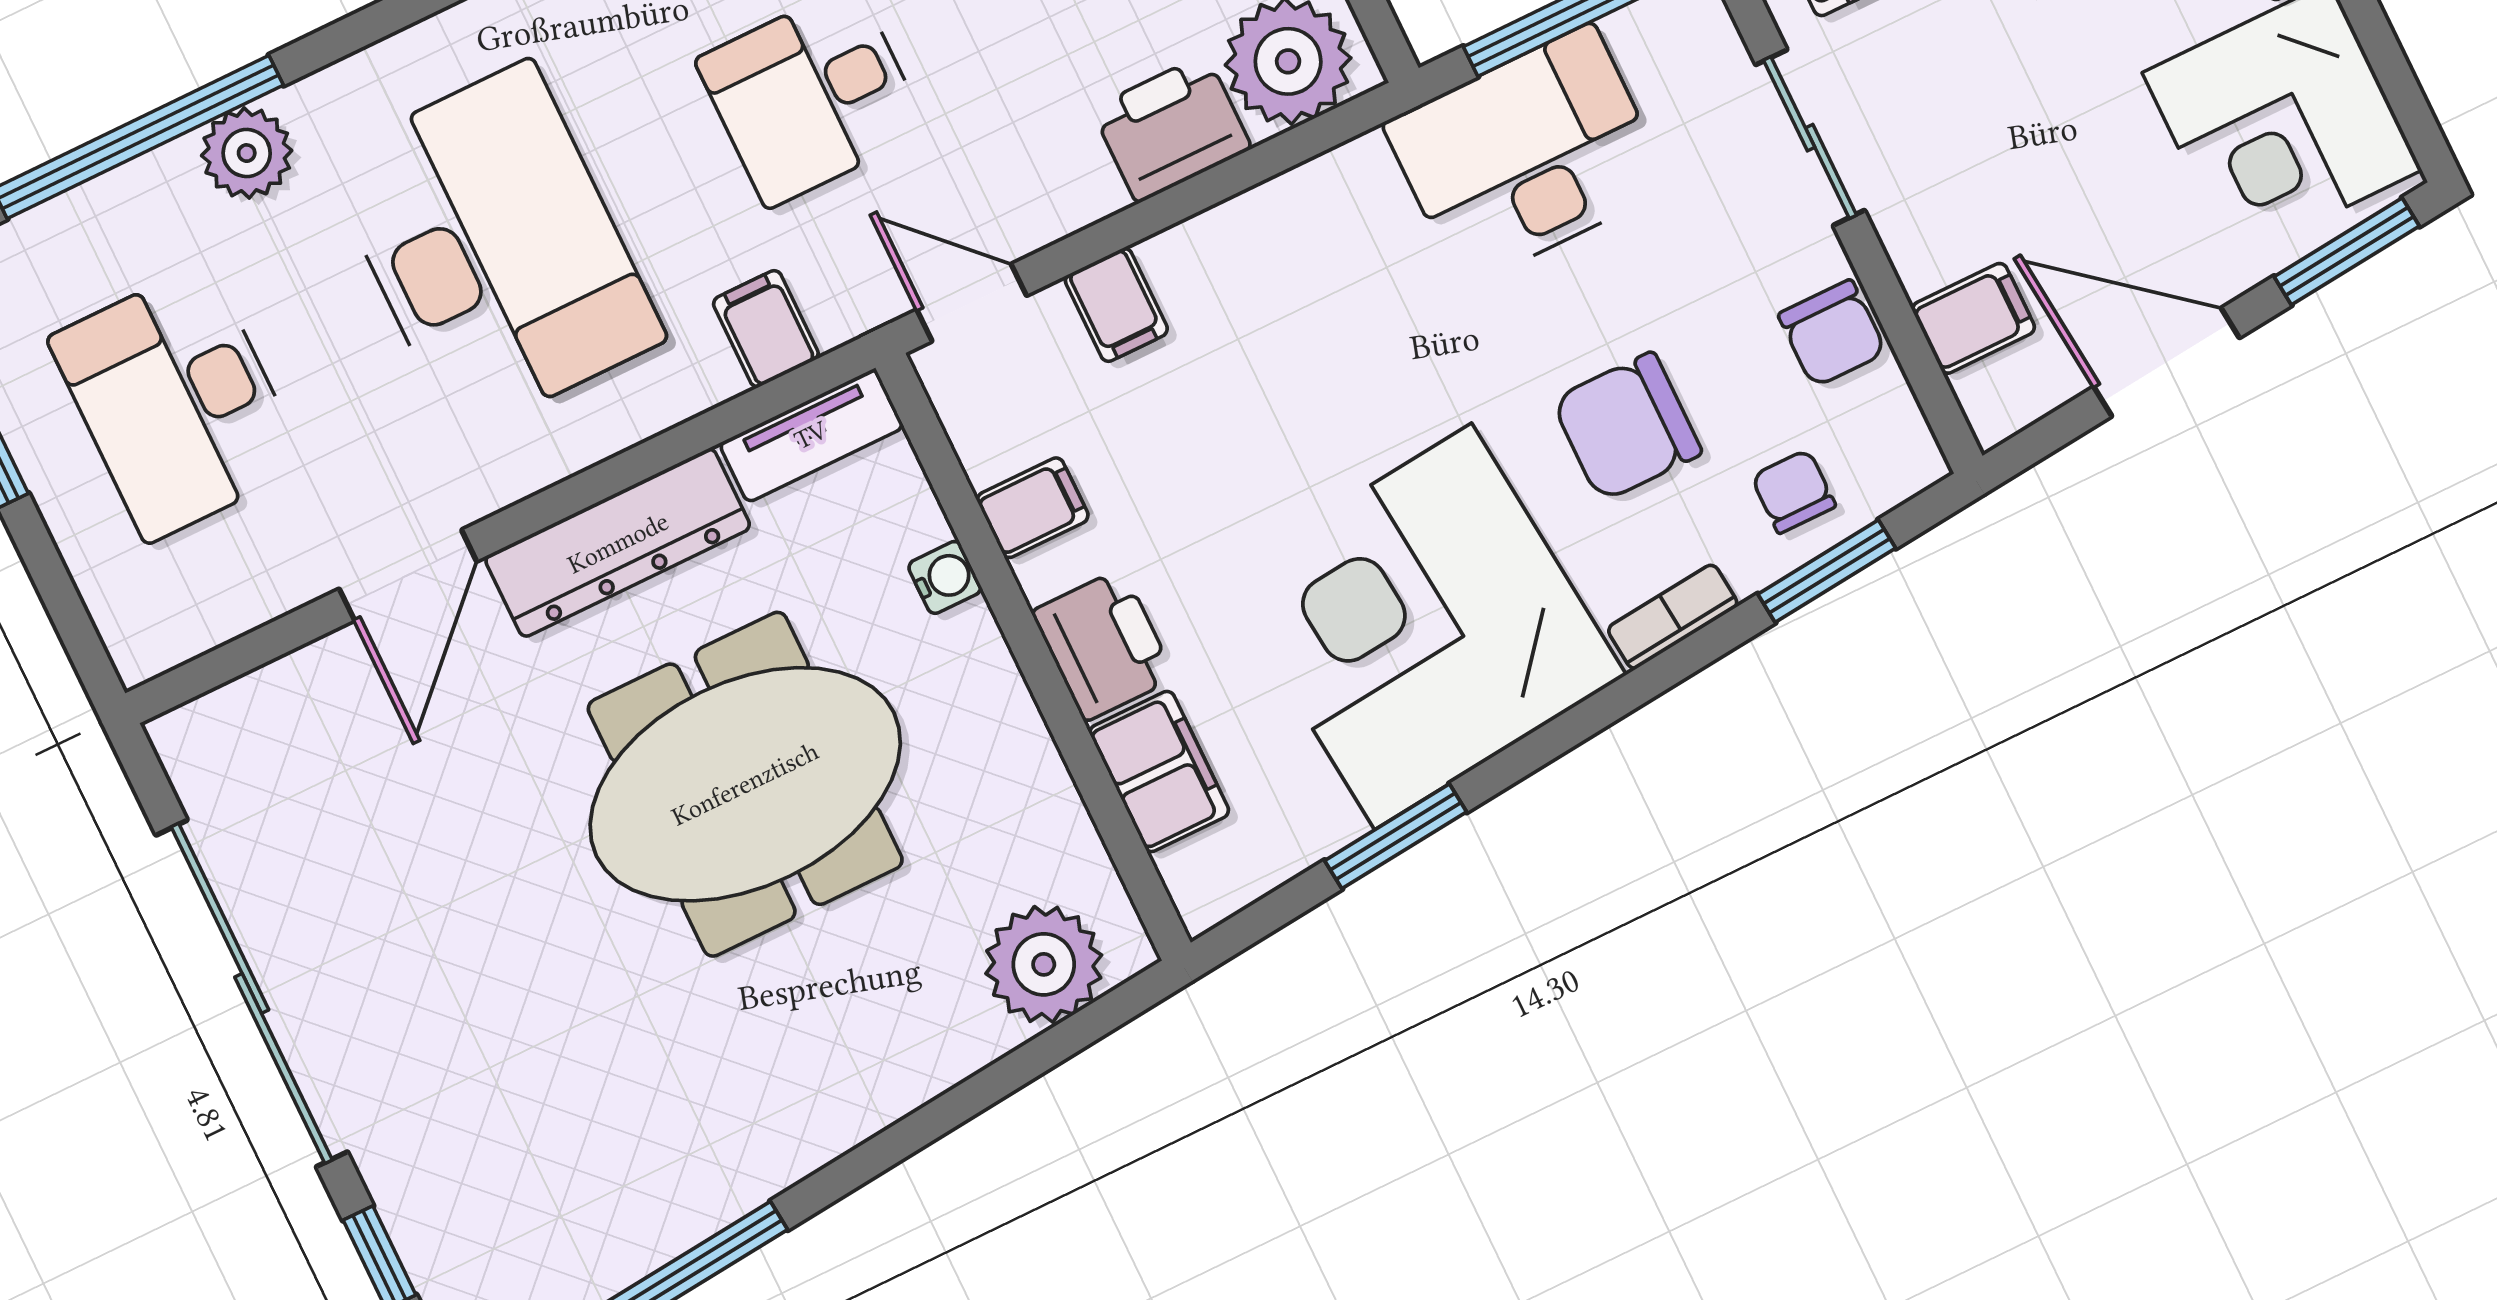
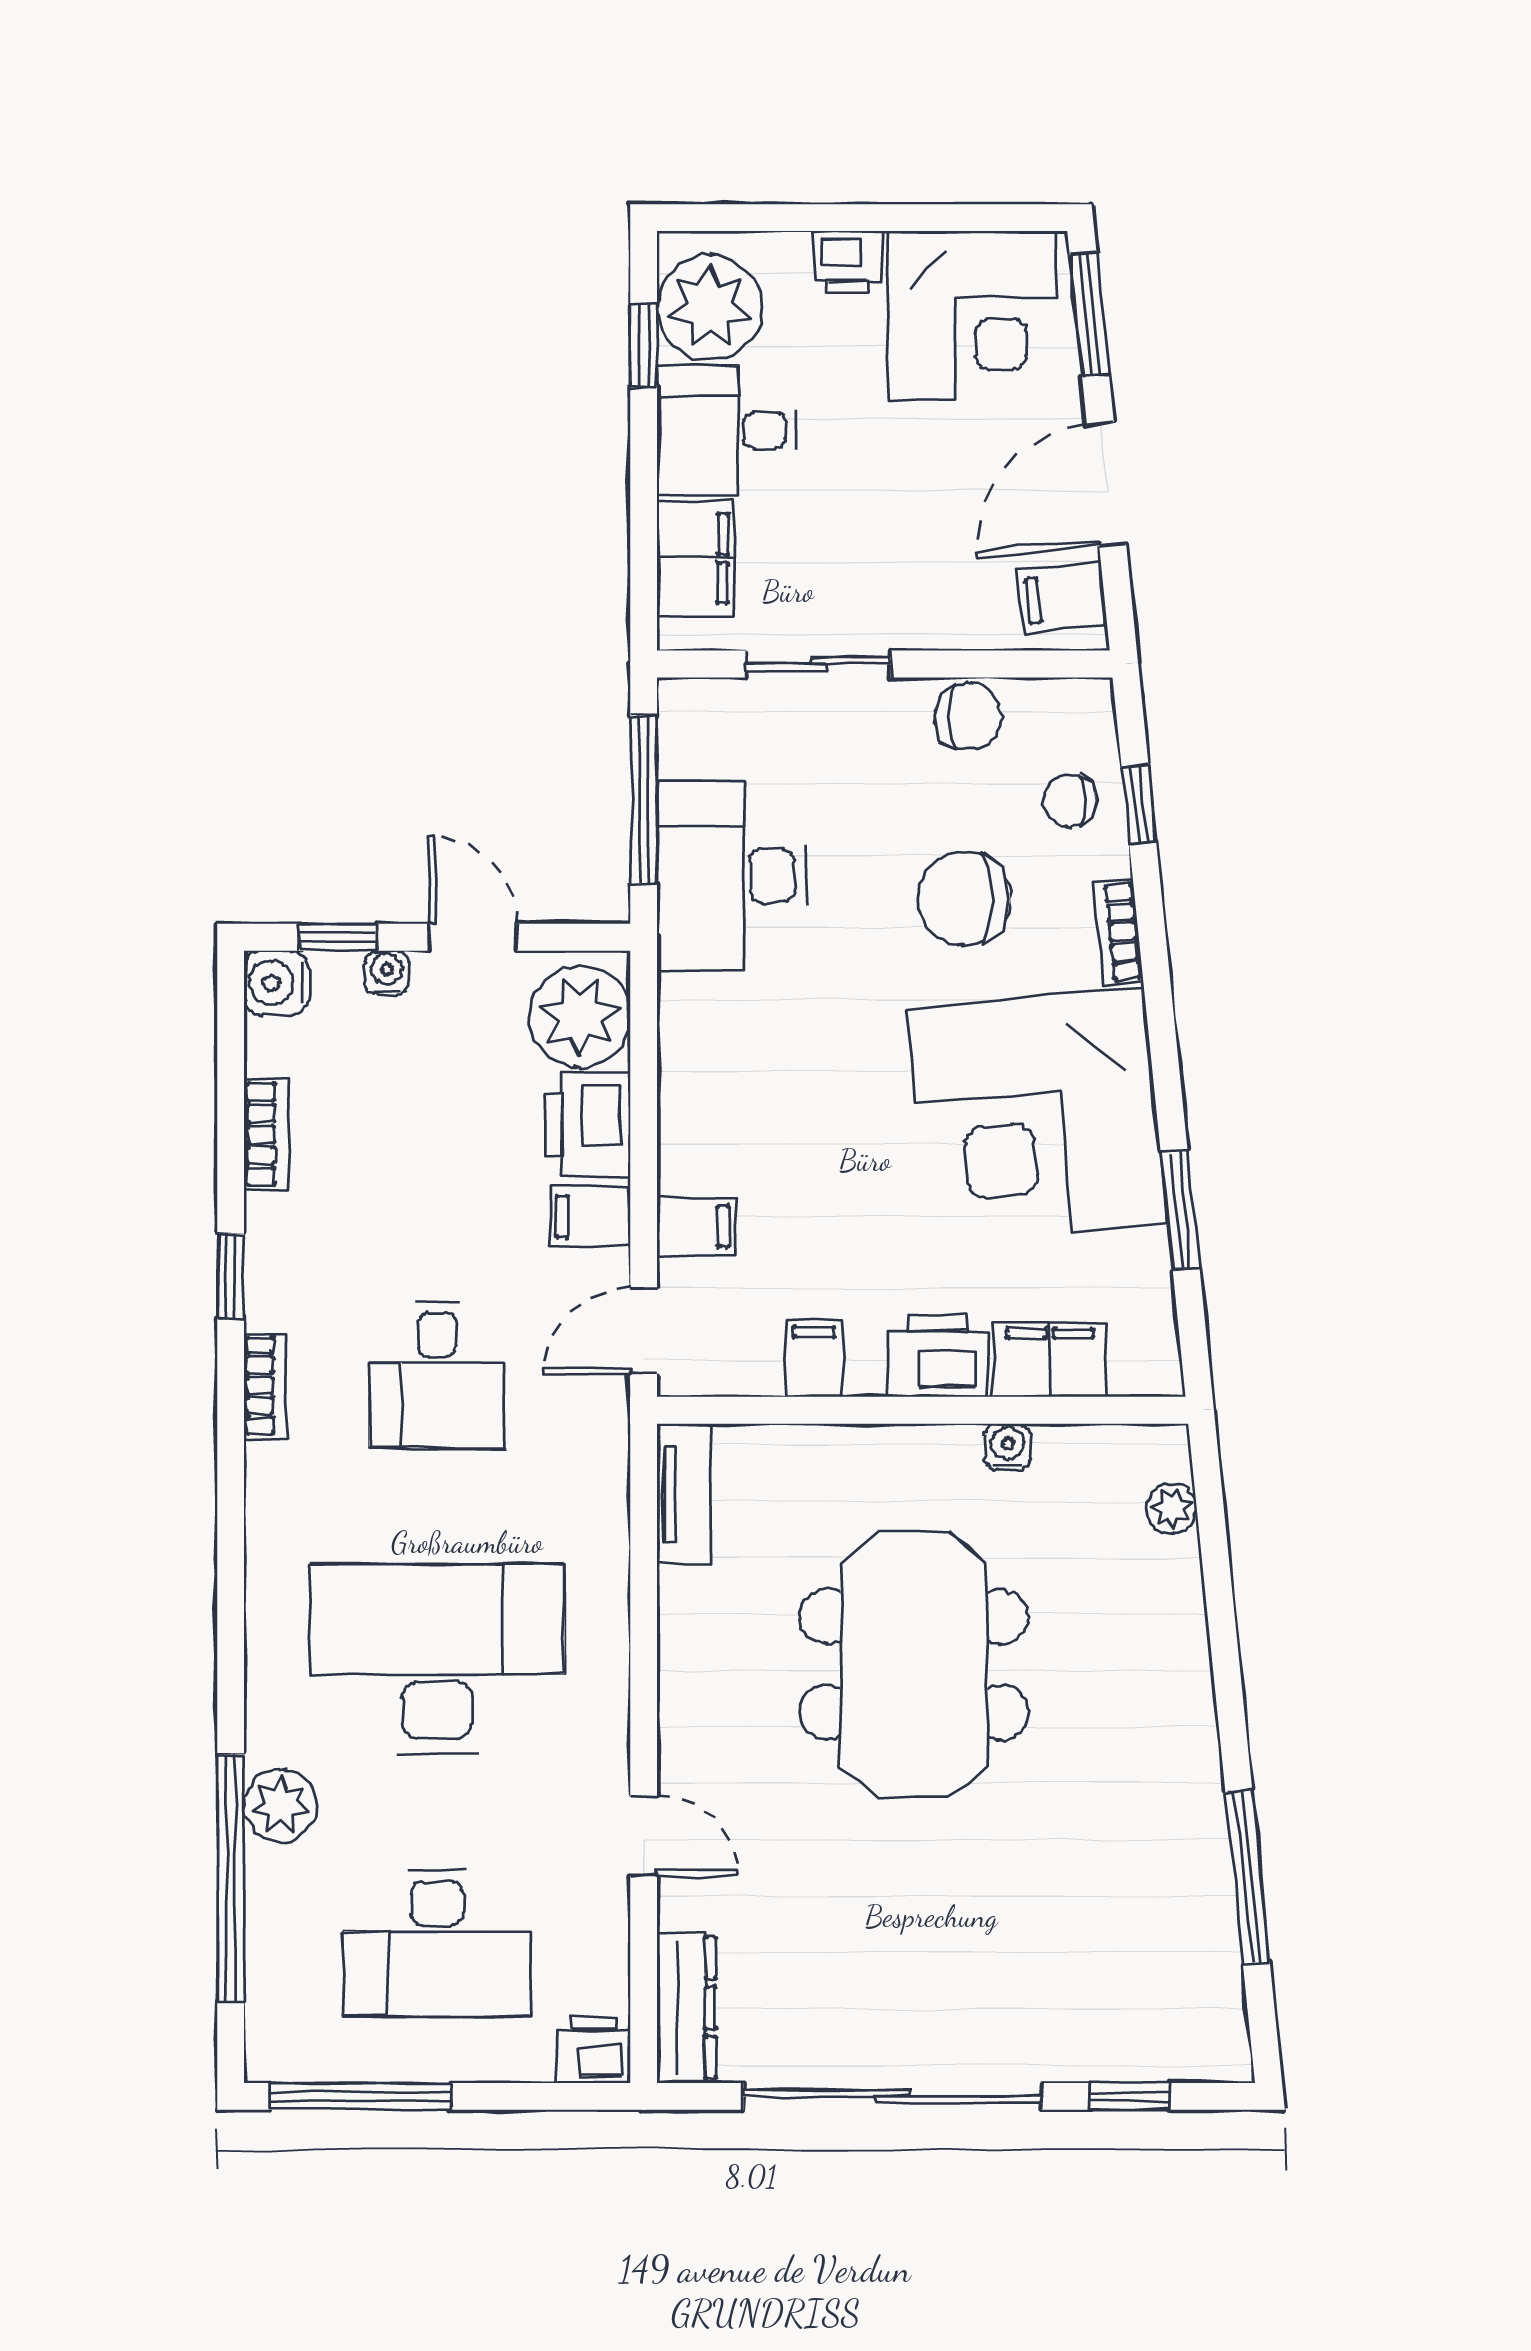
filing cabinet: (1973, 318) -> (1062, 597), moved, turned -96
filing cabinet: (766, 329) -> (590, 1217), moved
chair: (1627, 427) -> (964, 899), turned 90
dresser: (618, 543) -> (686, 2008), moved, width x0.73, depth x0.80
window: (1827, 571) -> (1139, 804), width x0.67
door: (408, 575) -> (644, 1836), width x0.73
water cooler: (945, 577) -> (1008, 1447), moved
printer: (143, 635) -> (594, 2050), added
plant: (1044, 964) -> (1172, 1509), width x0.53, depth x0.53

